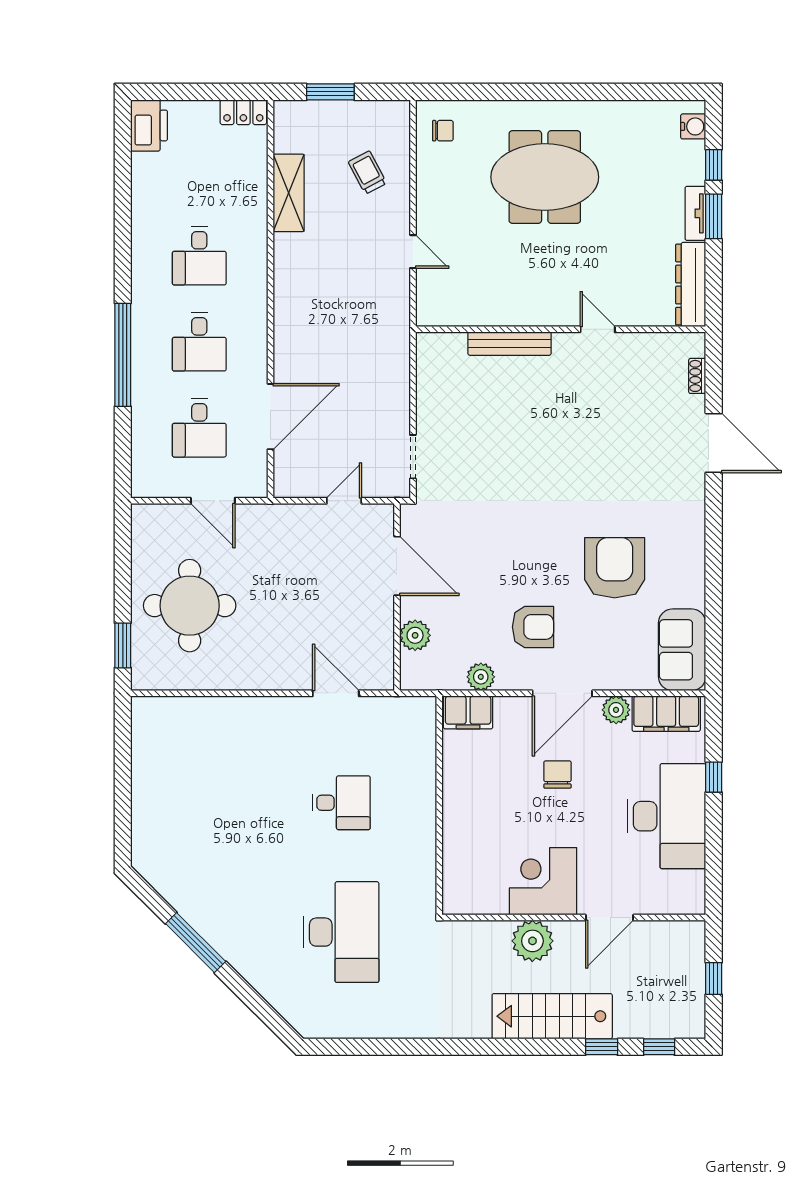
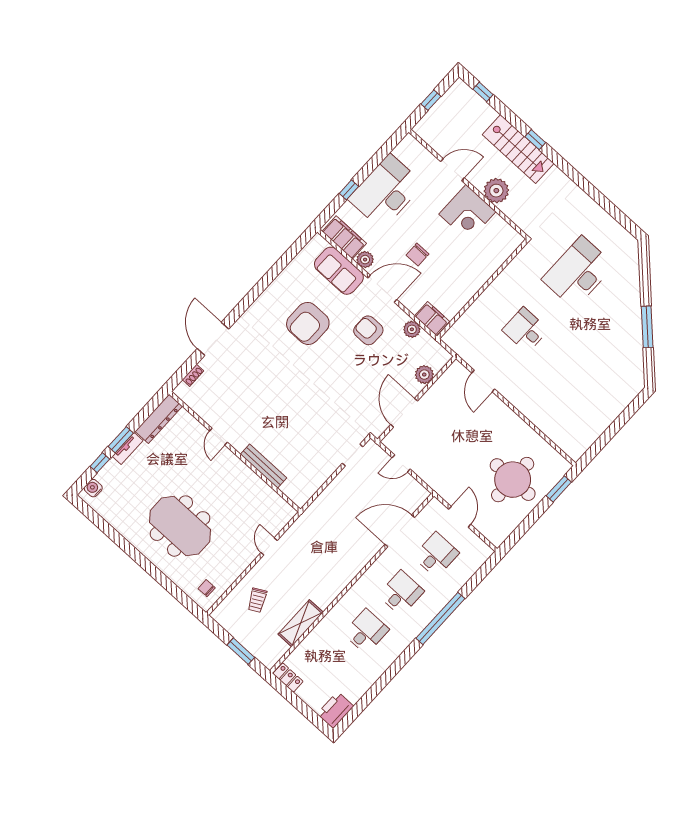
sofa: (682, 650) -> (339, 271), moved, turned 90
window: (602, 1047) -> (535, 140), moved

